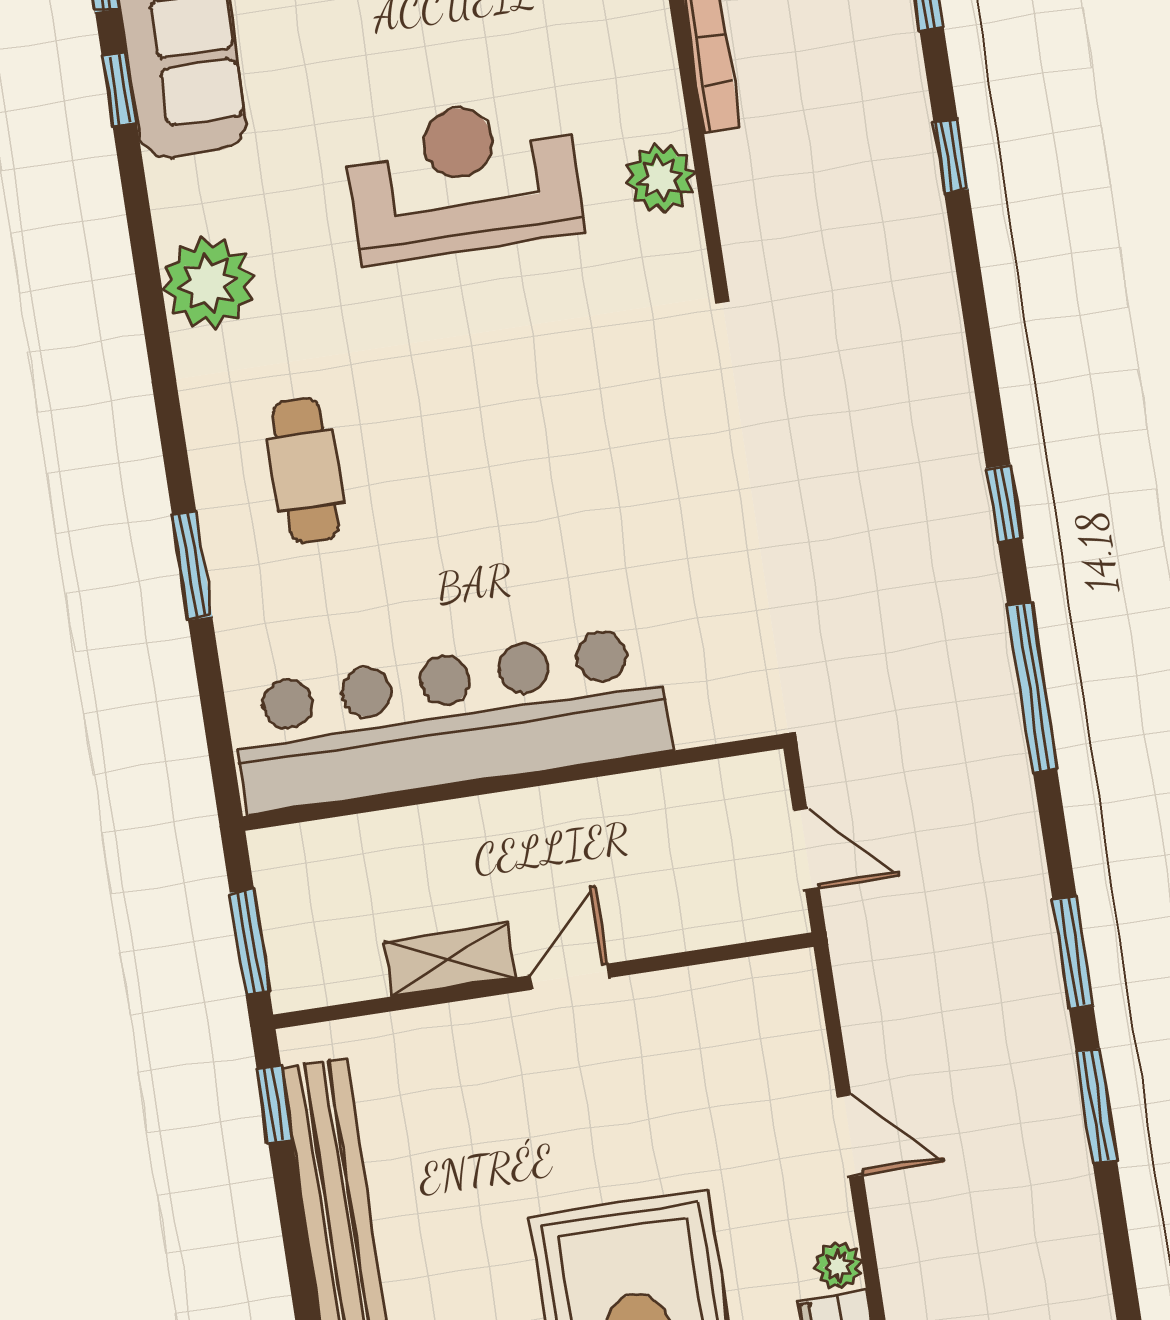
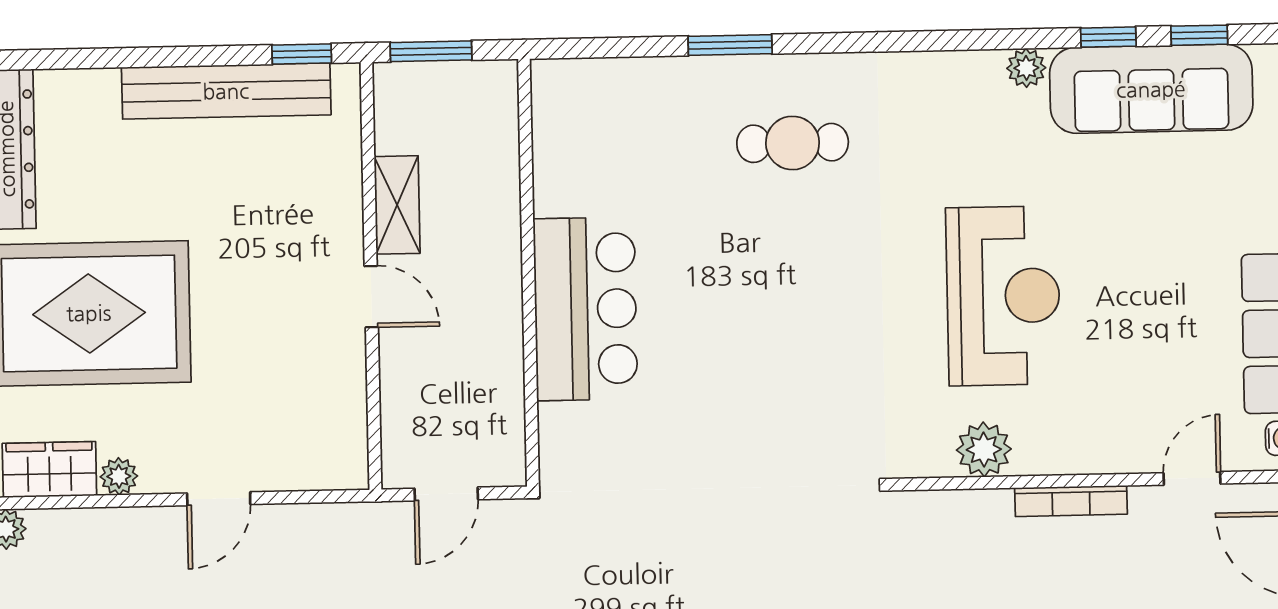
plant: (208, 283) -> (1026, 68), moved, width x0.53, depth x0.53
bar counter: (451, 719) -> (585, 309), width x0.54

